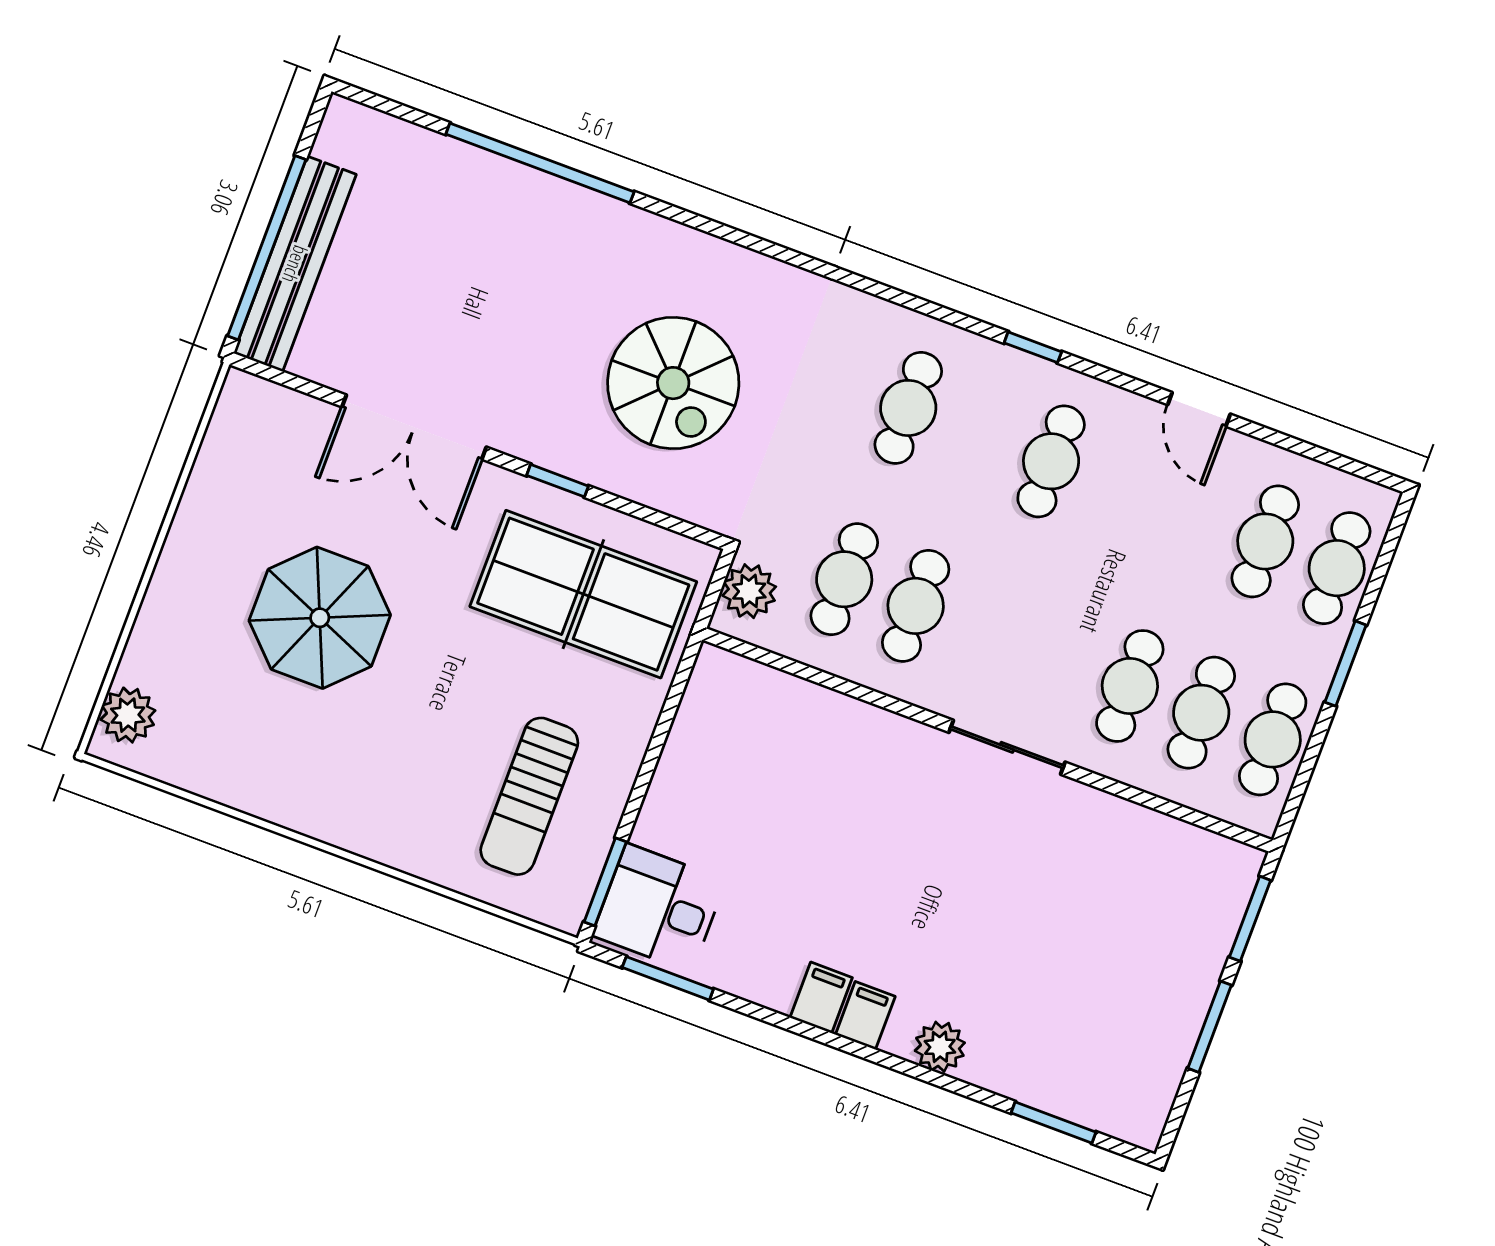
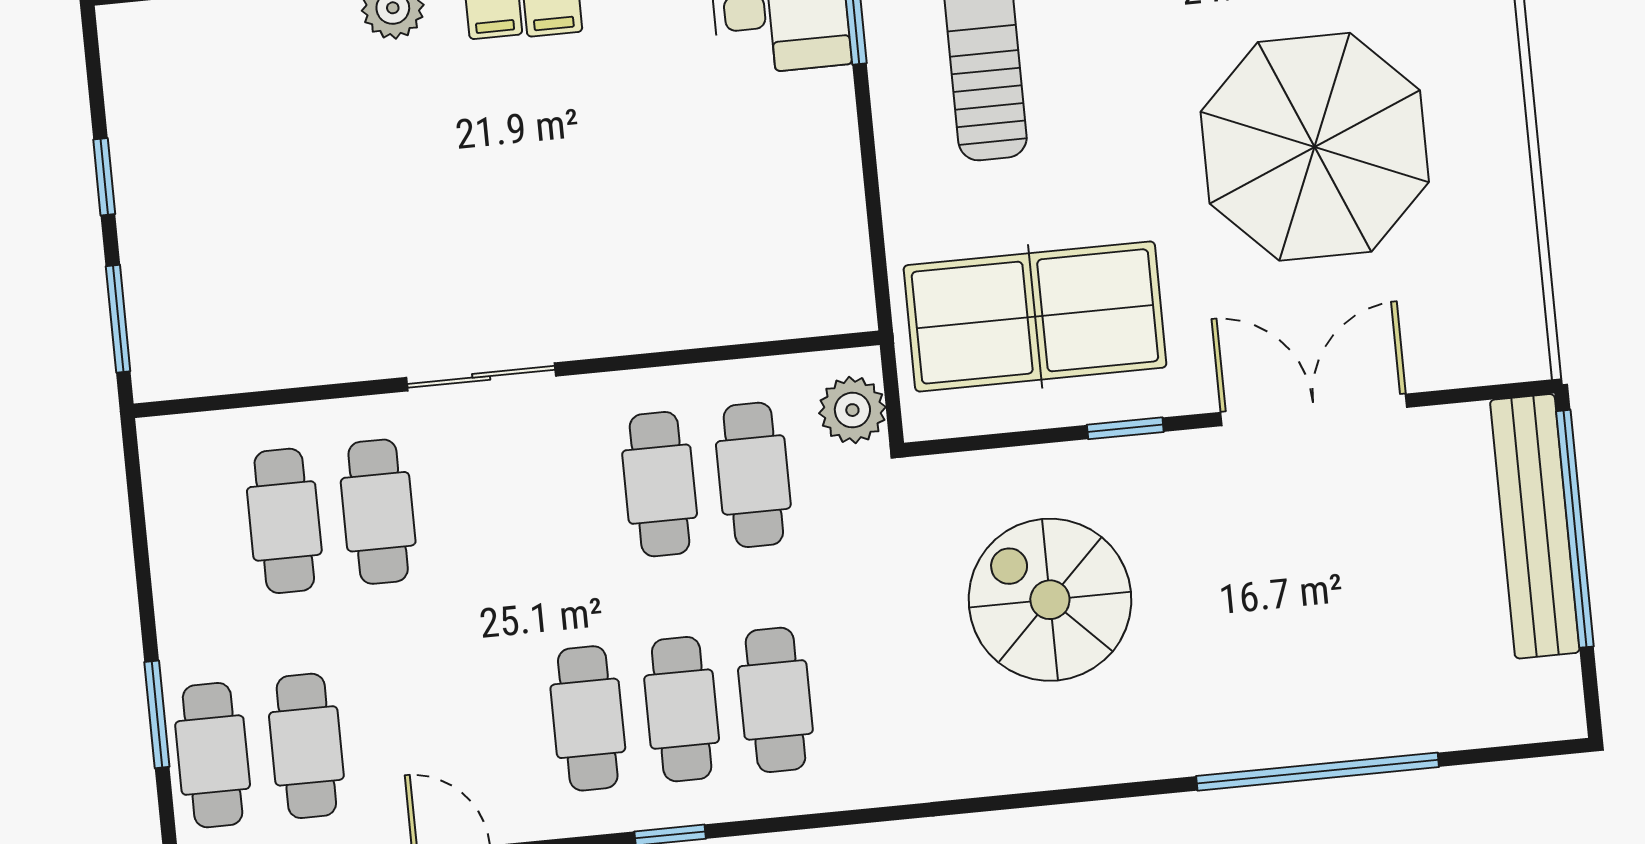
parasol: (320, 618) -> (1315, 147), width x1.36, depth x1.36
window: (1345, 664) -> (157, 714), moved
cafe table: (1273, 739) -> (682, 709), moved
window: (1210, 1027) -> (104, 177), width x0.67

